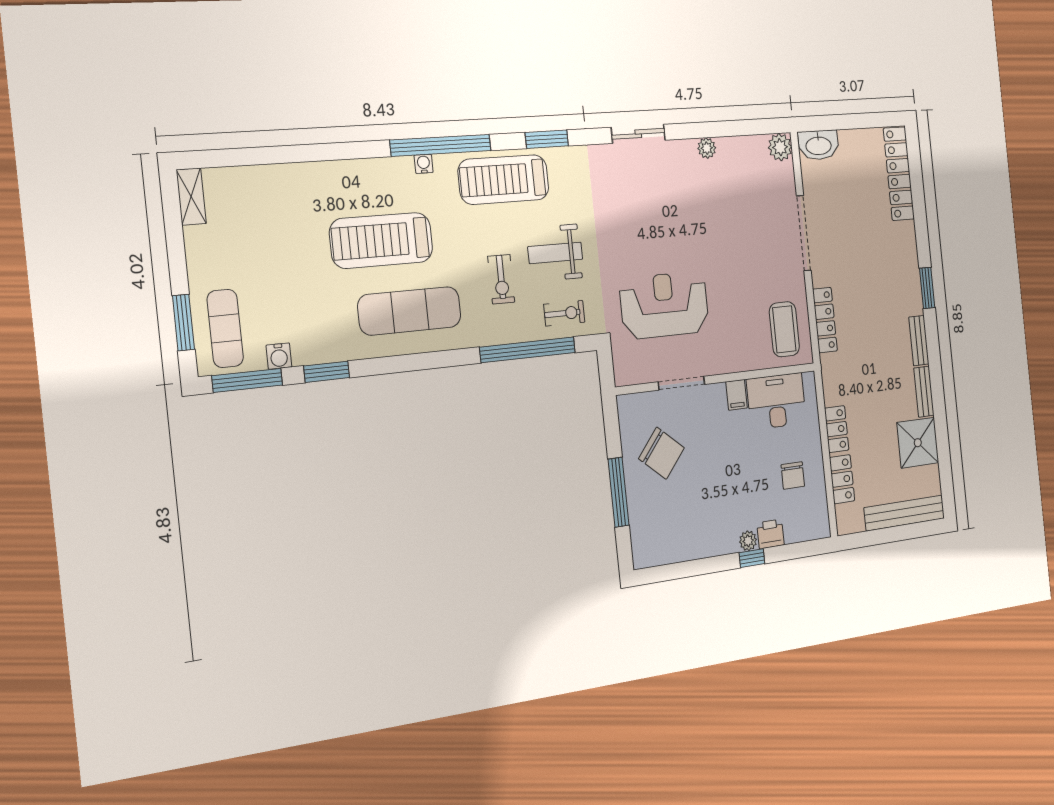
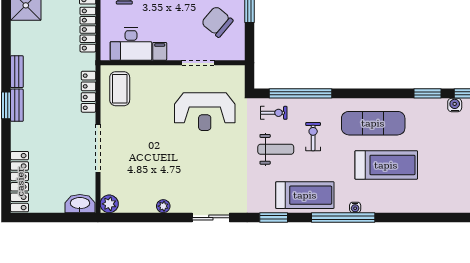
exercise bike: (564, 313) -> (274, 113), turned 180
bench: (924, 392) -> (17, 105), moved
locker: (837, 429) -> (88, 30), width x1.53

